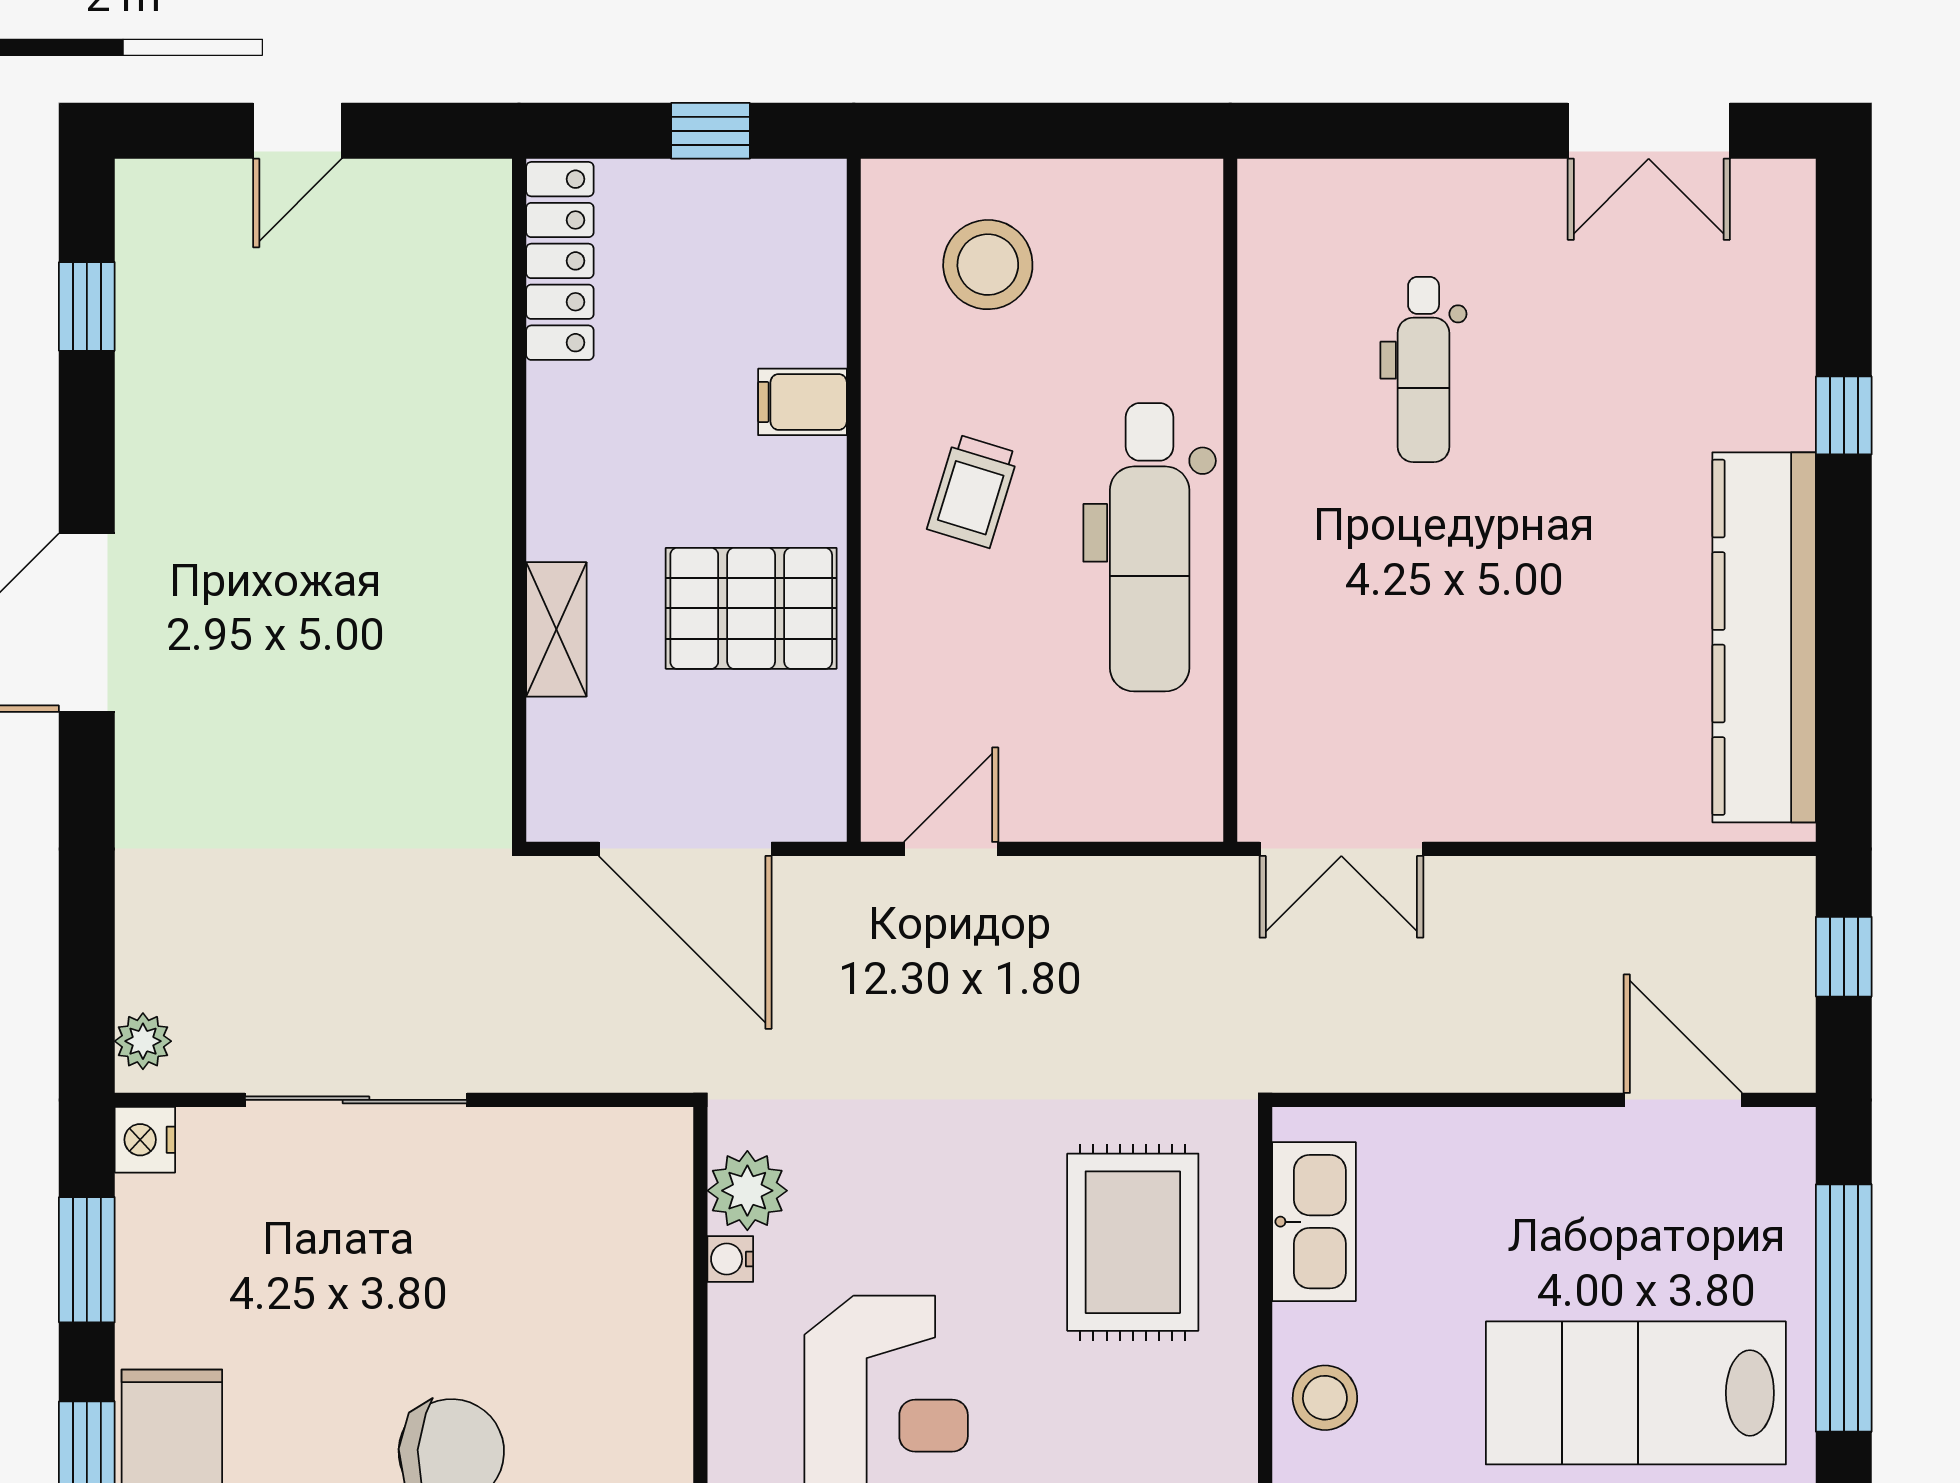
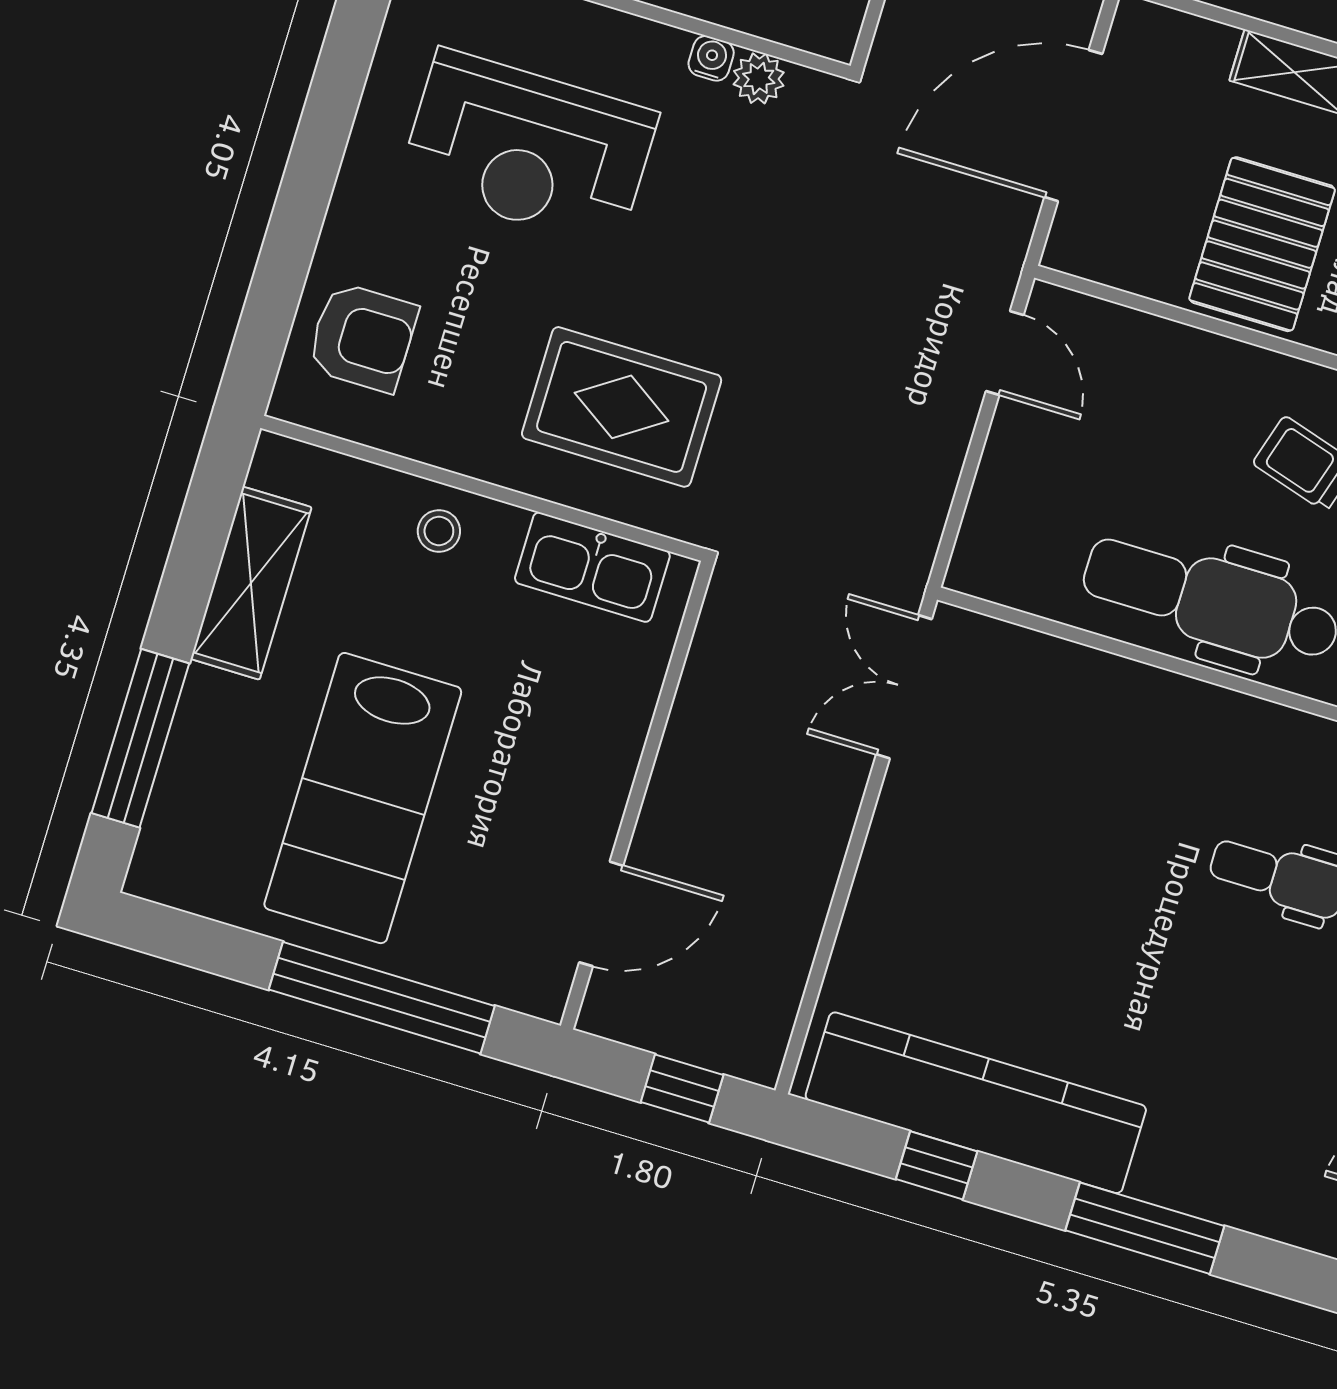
window: (1844, 415) -> (1145, 1228), width x2.17
window: (1844, 659) -> (937, 1165), added
plant: (747, 1191) -> (759, 78), width x0.73, depth x0.73
lab bench: (1636, 1393) -> (363, 798), turned 180
stool: (1325, 1398) -> (439, 531), width x0.73, depth x0.73

